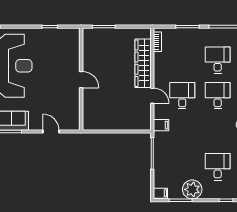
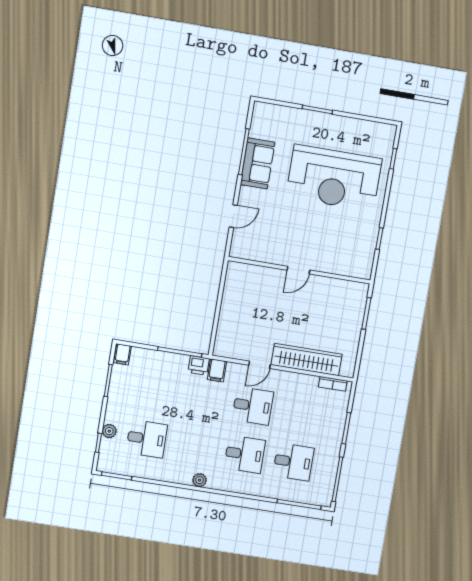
printer: (160, 139) -> (199, 365), added
plant: (192, 189) -> (109, 431), moved, width x0.53, depth x0.53

